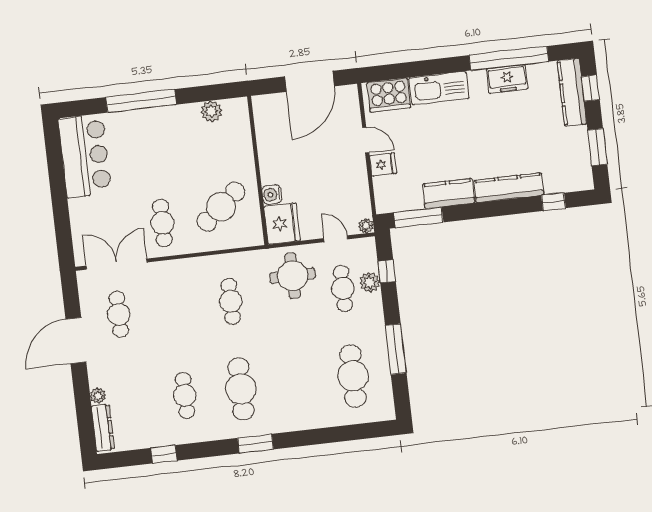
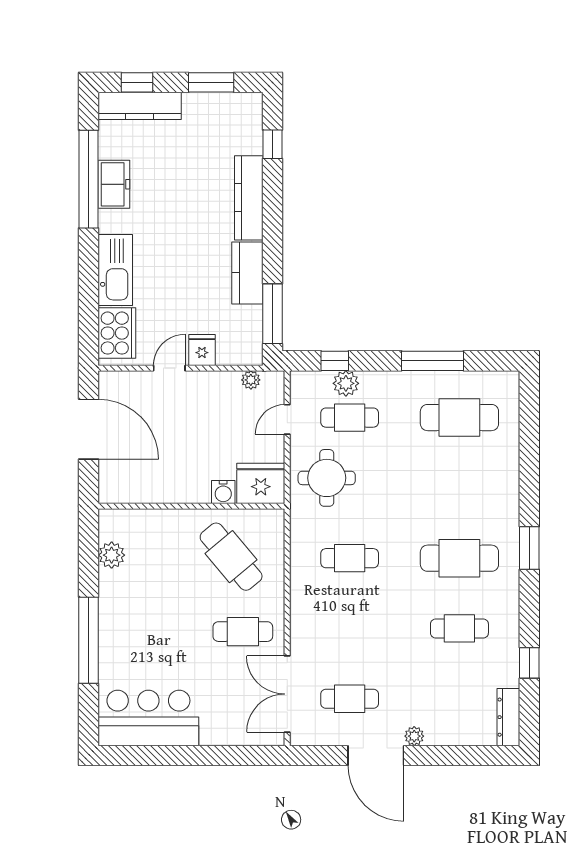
plant: (366, 226) -> (251, 380), moved
plant: (98, 396) -> (414, 736), moved
dresser: (103, 428) -> (508, 717), moved, turned -90

